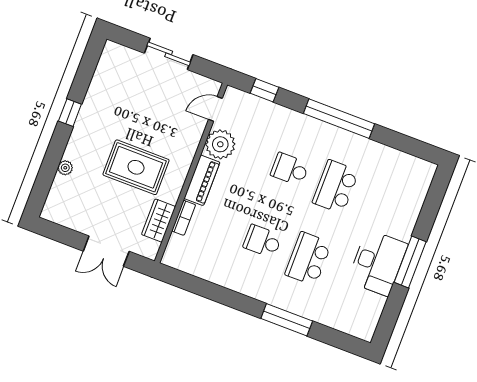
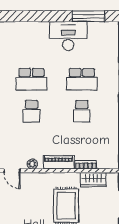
plant: (220, 144) -> (32, 164), width x0.53, depth x0.53
window: (410, 262) -> (89, 16), moved

